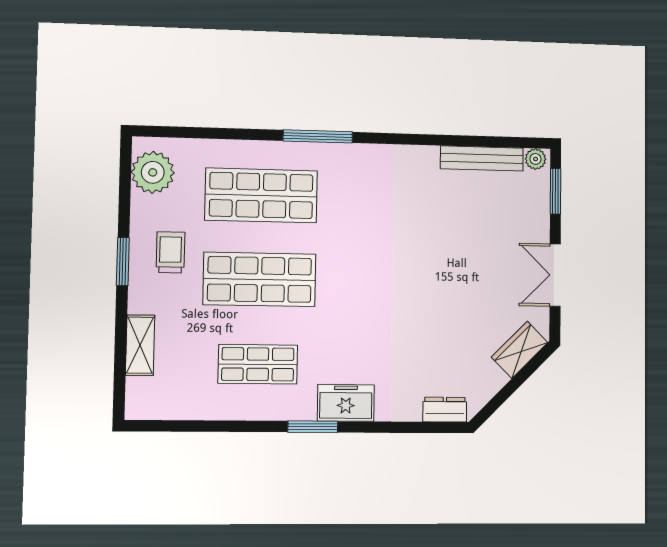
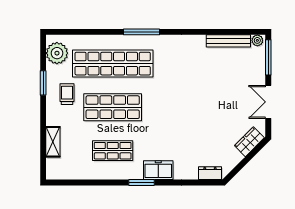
window: (555, 191) -> (268, 57), width x1.44
shop shelf: (261, 195) -> (113, 64), width x1.40
window: (123, 262) -> (43, 83), moved

